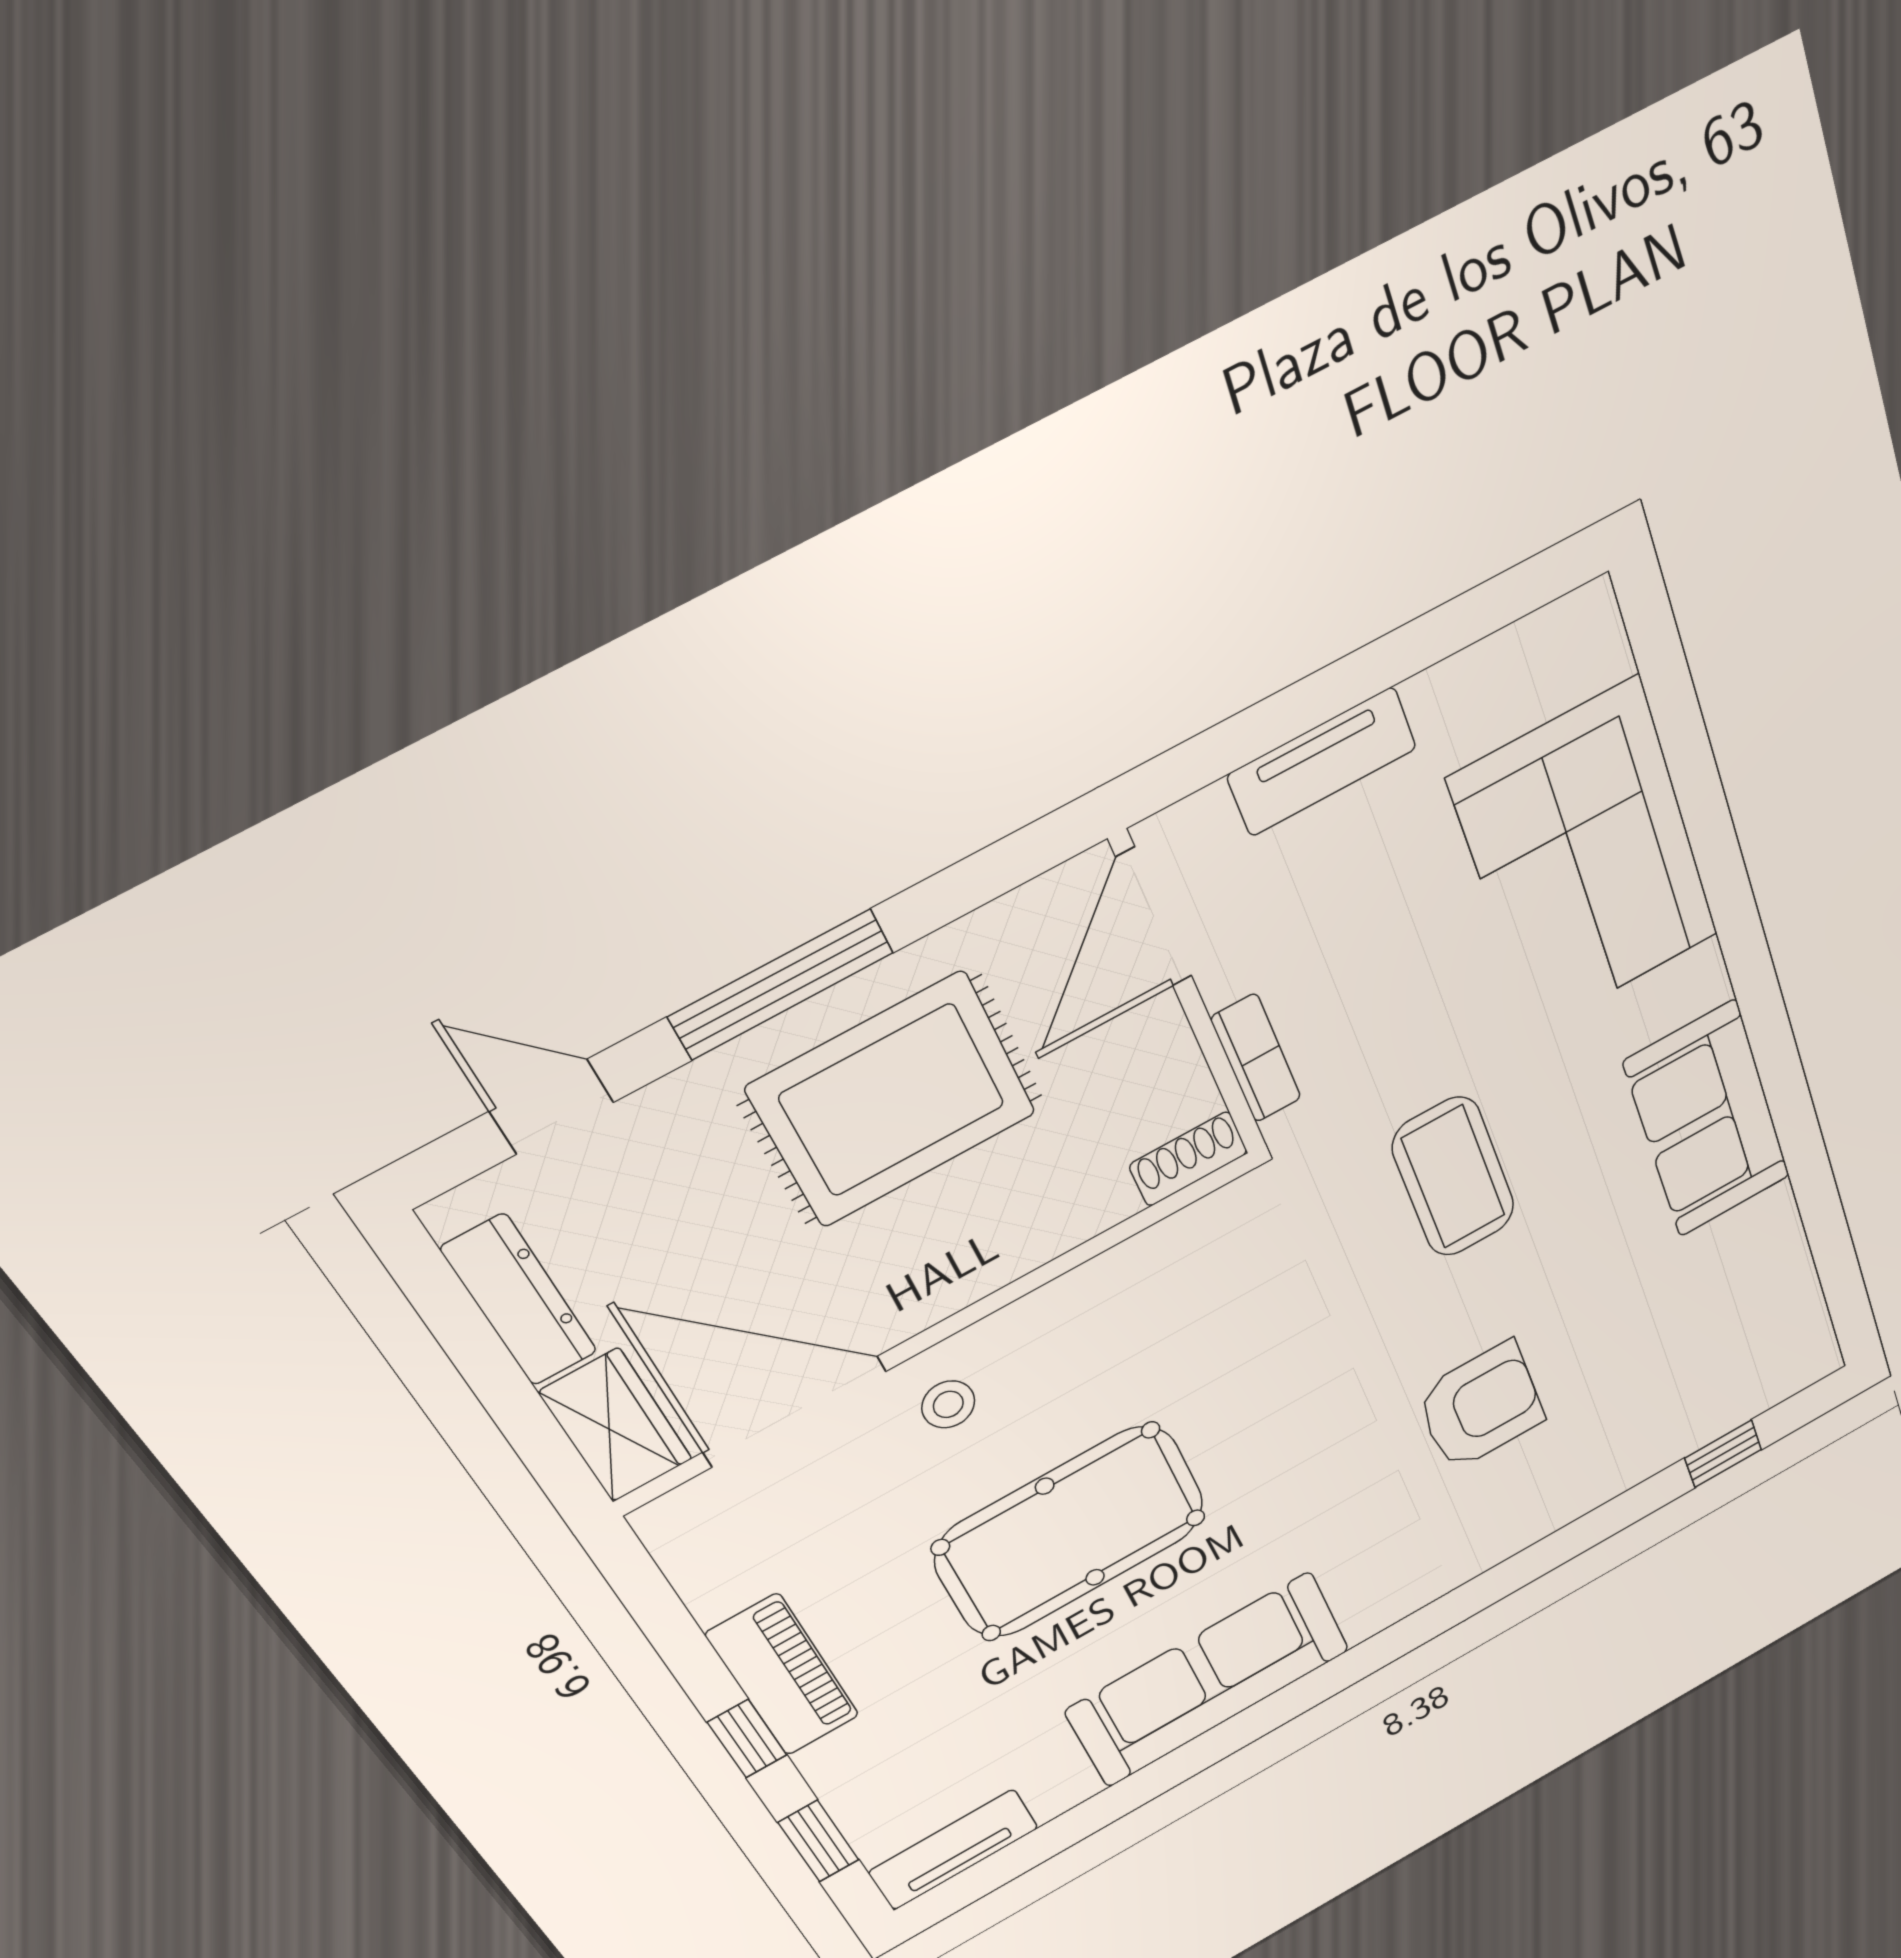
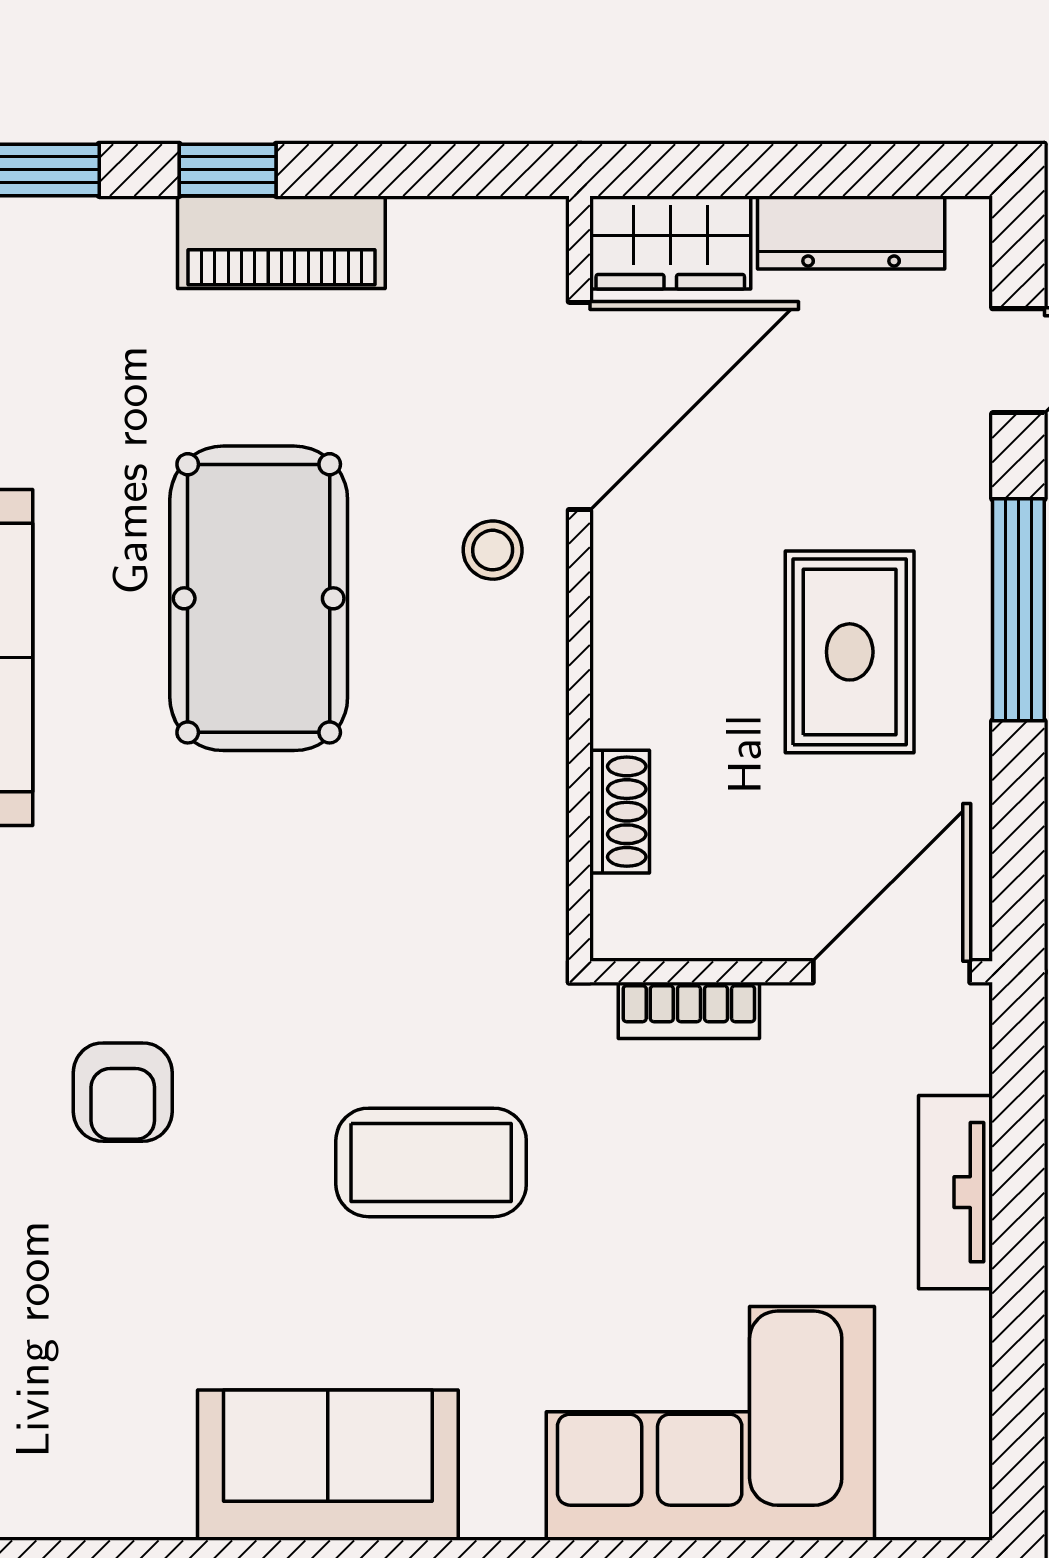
door: (1154, 917) -> (892, 972), hinge flipped
rug: (892, 1100) -> (850, 652), width x0.73, depth x0.70
shoe rack: (1188, 1159) -> (620, 812), moved
armchair: (1481, 1406) -> (123, 1092), width x0.72, depth x0.72

